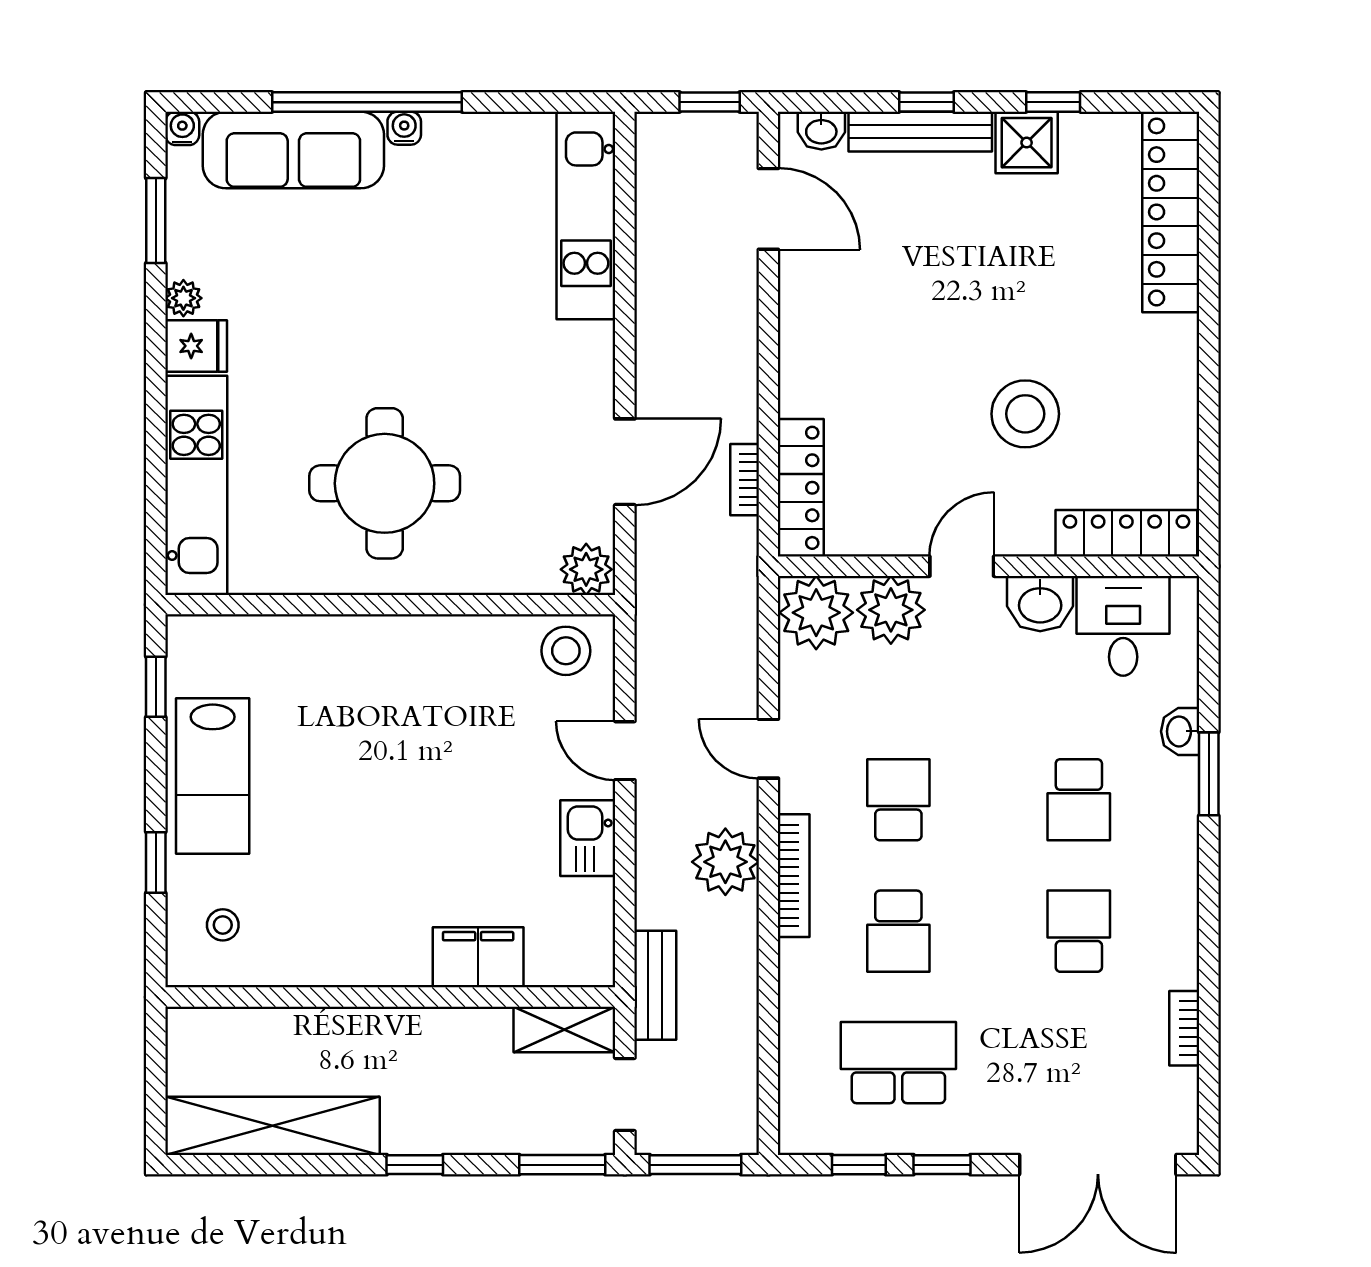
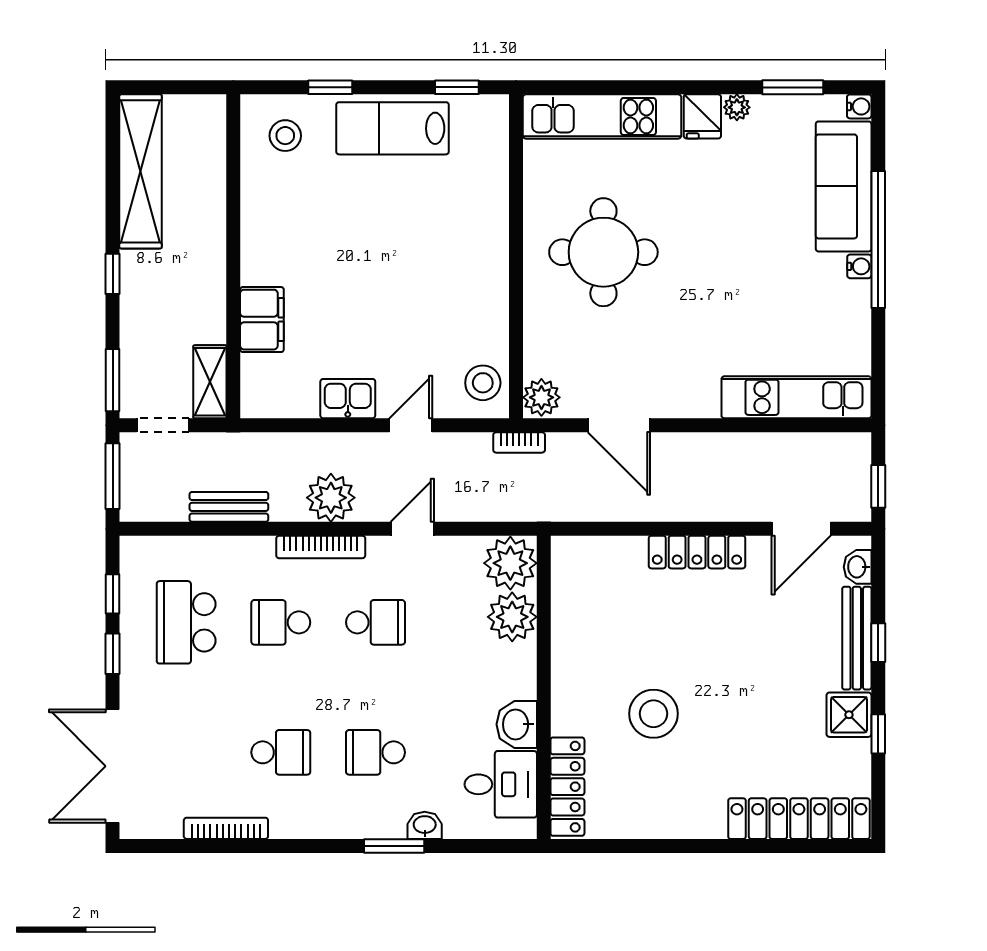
bookcase: (745, 480) -> (519, 442), moved, turned 180
locker: (801, 488) -> (697, 552), moved
door: (962, 566) -> (544, 668), removed
stool: (223, 925) -> (285, 136), width x1.37, depth x1.37
bench: (655, 985) -> (229, 507), moved
bookcase: (1184, 1028) -> (226, 828), width x1.56
school desk: (898, 1063) -> (186, 622), turned 180

